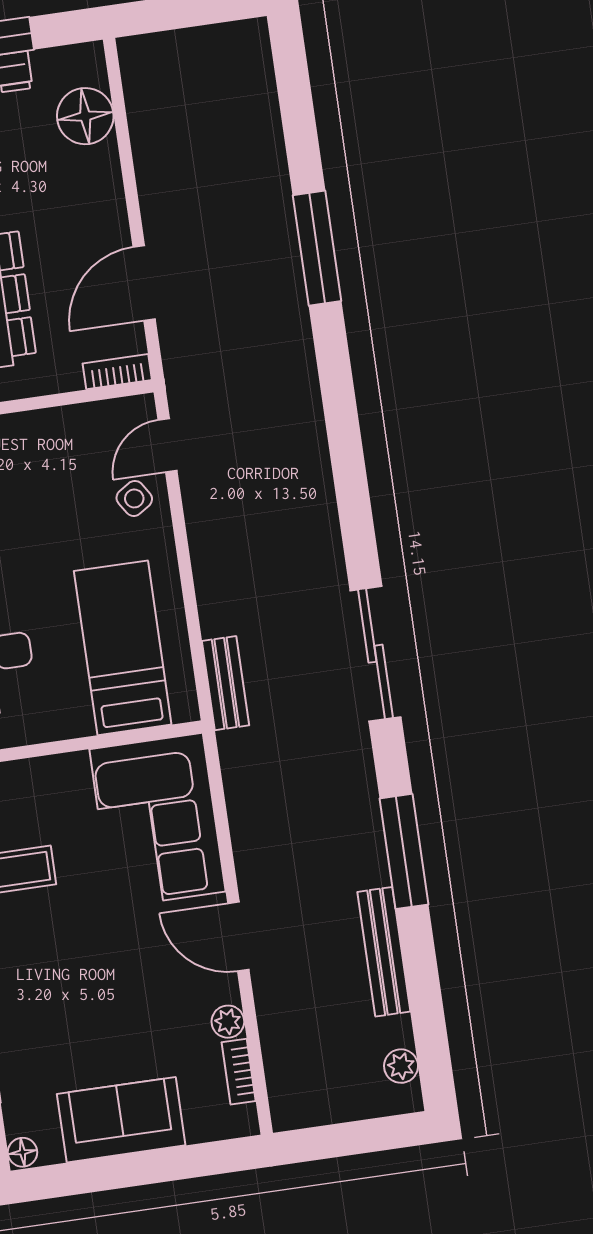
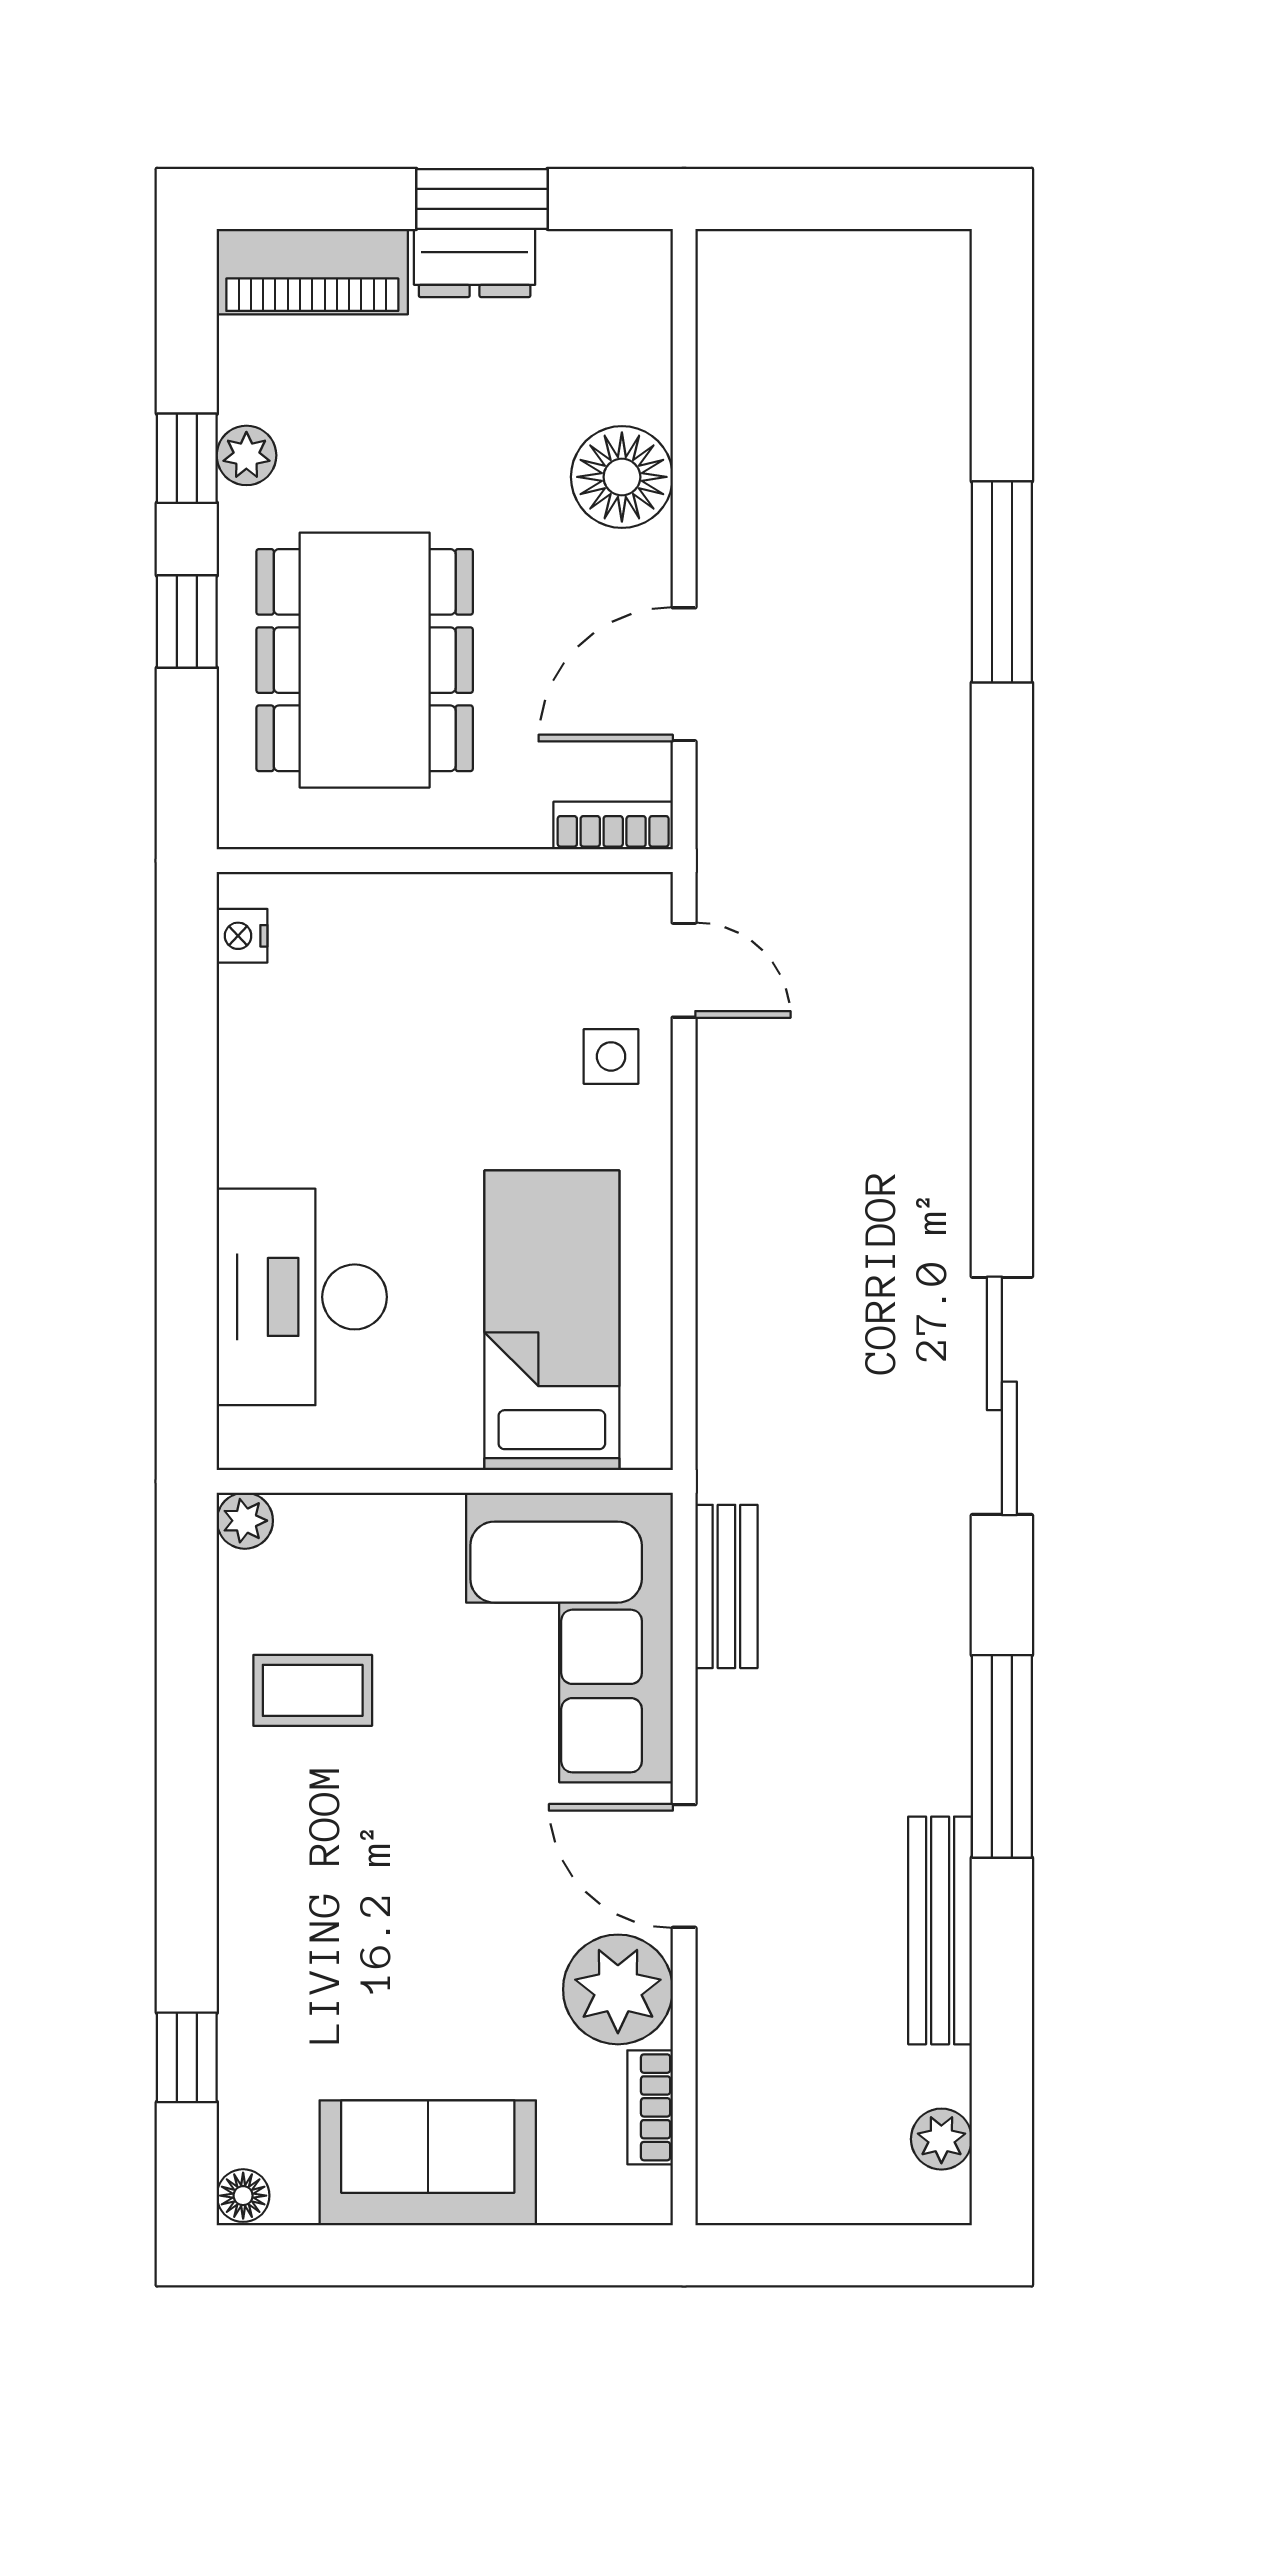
floor lamp: (85, 116) -> (622, 477), moved
window: (317, 248) -> (1002, 582), moved
door: (168, 445) -> (684, 970), swing flipped
side table: (134, 498) -> (611, 1056), turned 33
bench: (225, 683) -> (726, 1586), moved
plant: (228, 1022) -> (618, 1989), width x1.87, depth x1.87

